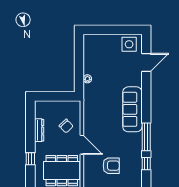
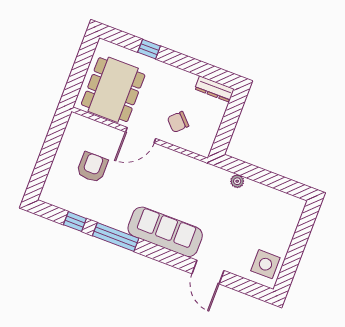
door: (146, 62) -> (208, 272), moved
dresser: (39, 130) -> (215, 89), moved
armchair: (111, 166) -> (92, 167), turned 180

